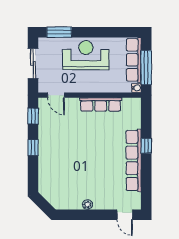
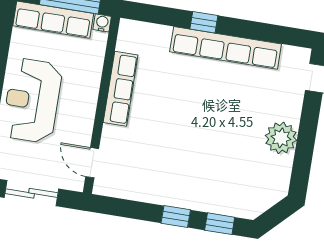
door: (56, 95) -> (92, 163), swing flipped
window: (33, 116) -> (220, 224), moved
plant: (87, 205) -> (281, 138), width x1.88, depth x1.88

